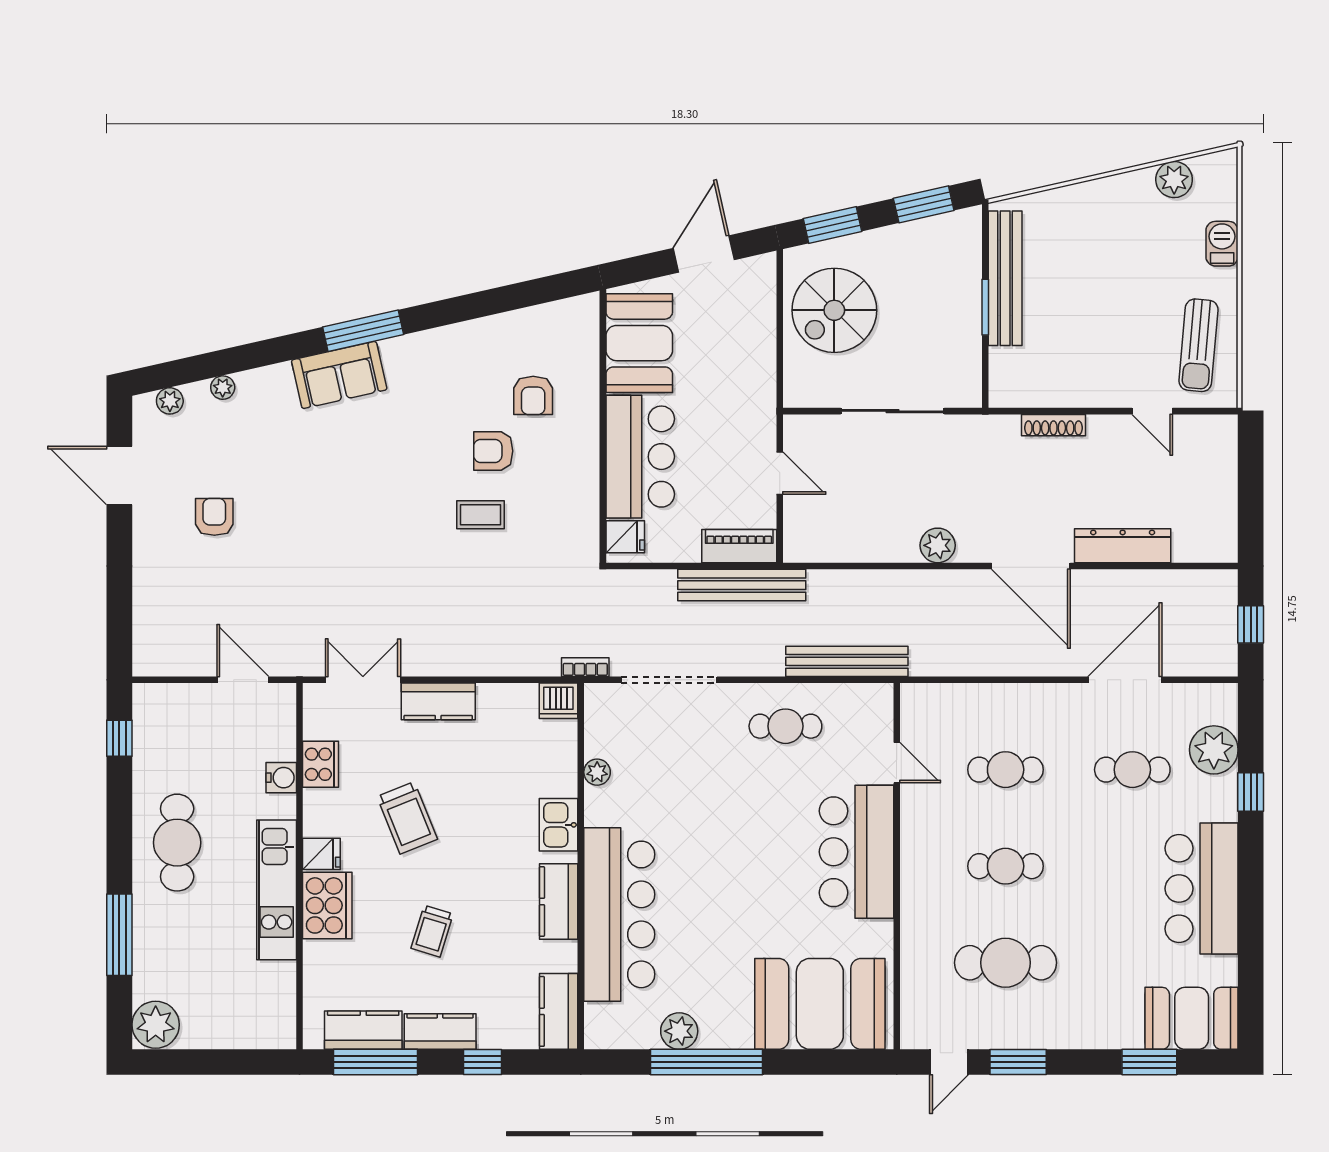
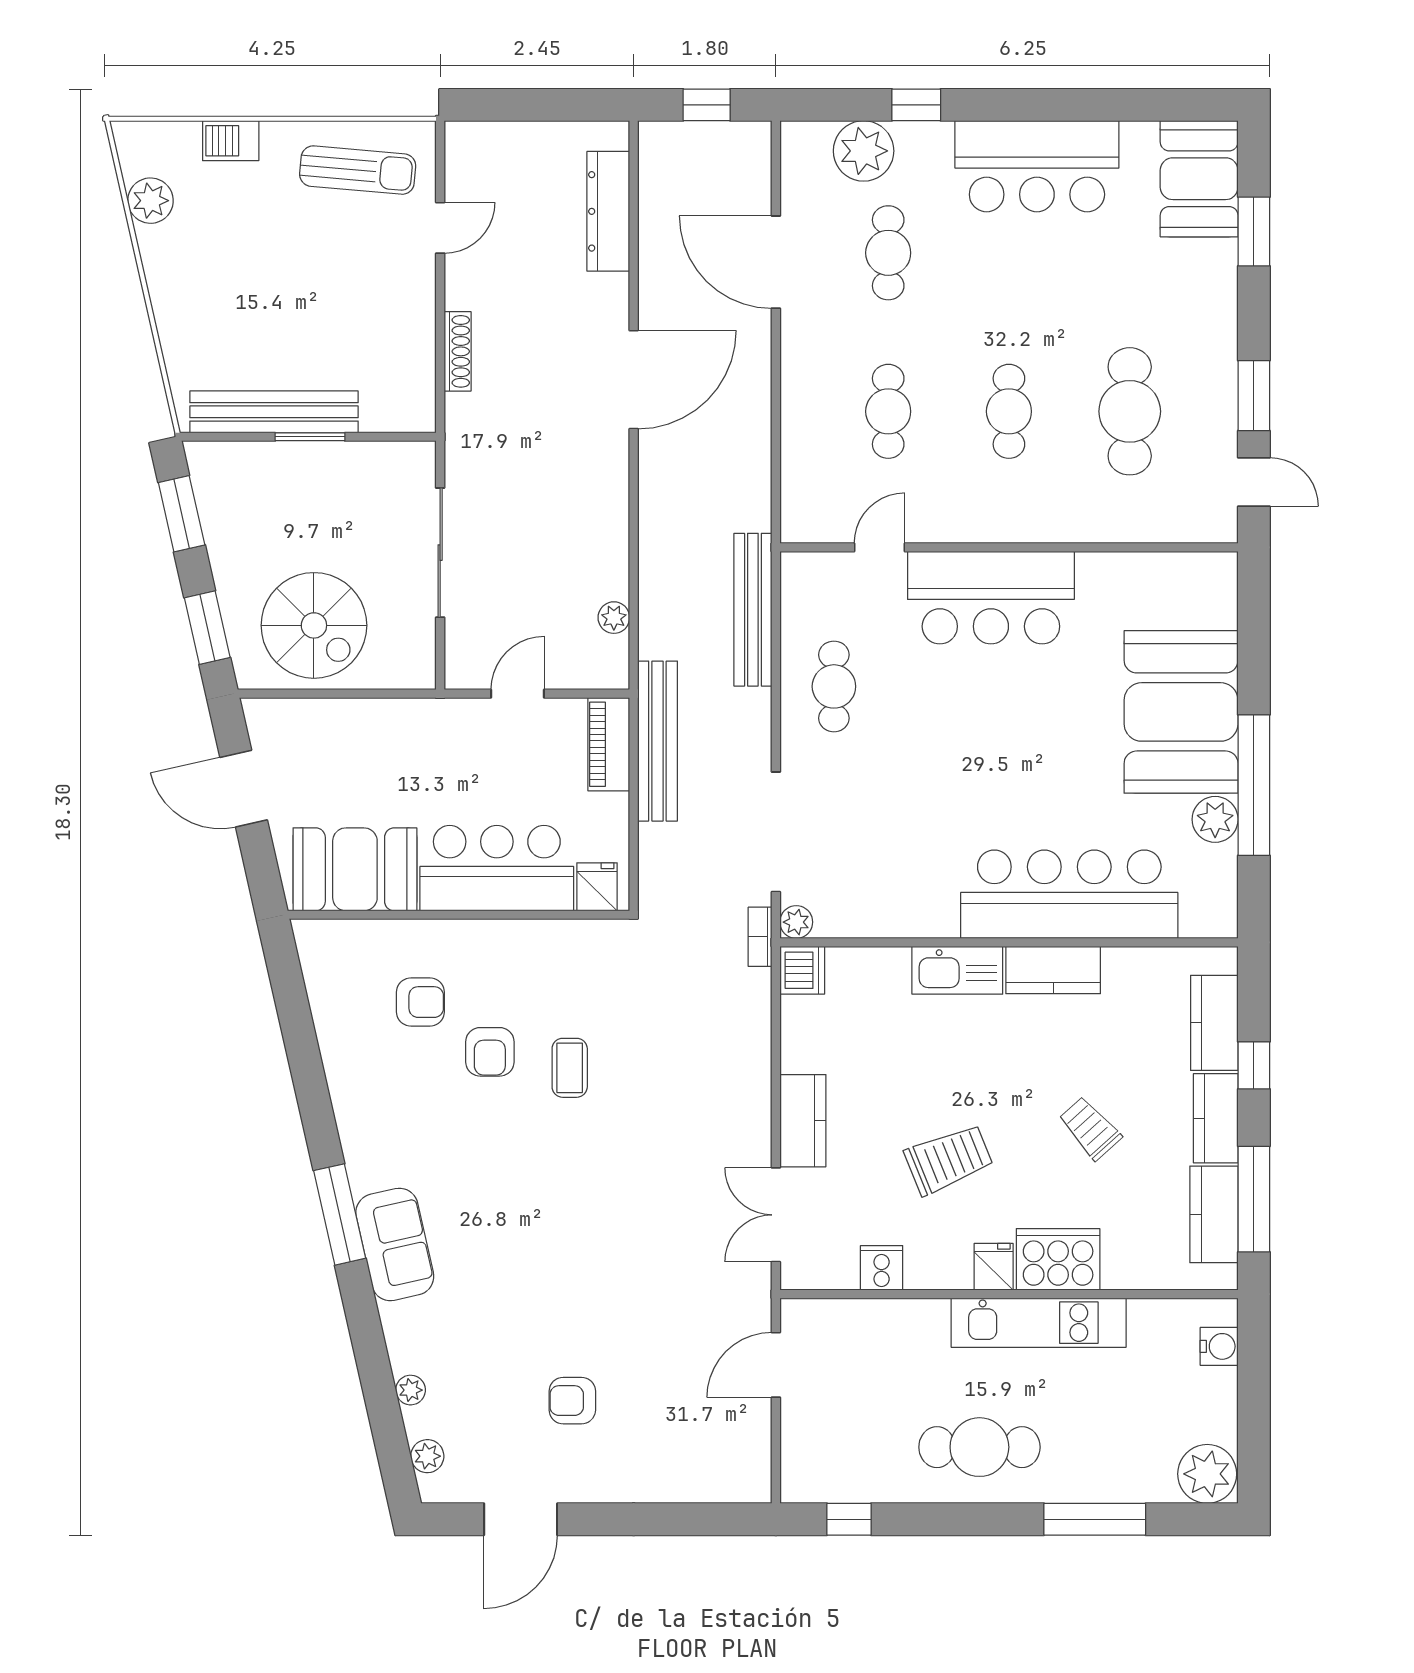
plant: (938, 545) -> (614, 618), moved, width x0.73, depth x0.73
dresser: (1123, 546) -> (608, 211), moved
cooker: (320, 764) -> (882, 1268), width x0.73
plant: (597, 772) -> (796, 922), moved
water cooler: (281, 778) -> (1219, 1346), moved, turned 90
kitchen sink: (558, 825) -> (957, 970), width x1.38
trolley: (432, 931) -> (1090, 1128), turned -149
booth: (820, 1004) -> (1181, 712), moved
kitchen counter: (559, 1011) -> (1214, 1023), moved, turned 90

